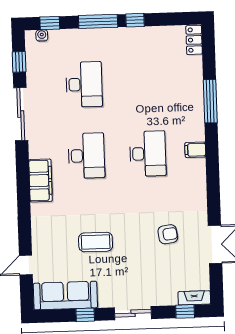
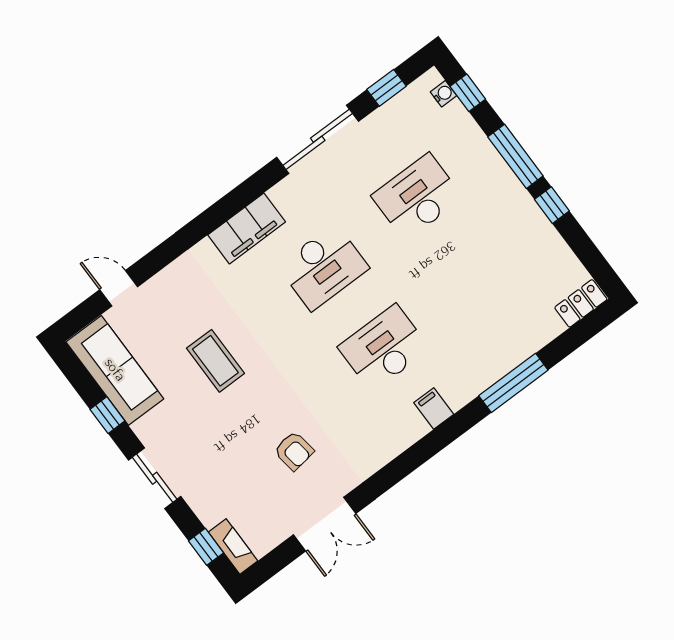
desk: (84, 84) -> (417, 197), turned 180
desk: (148, 154) -> (384, 348), turned 180

